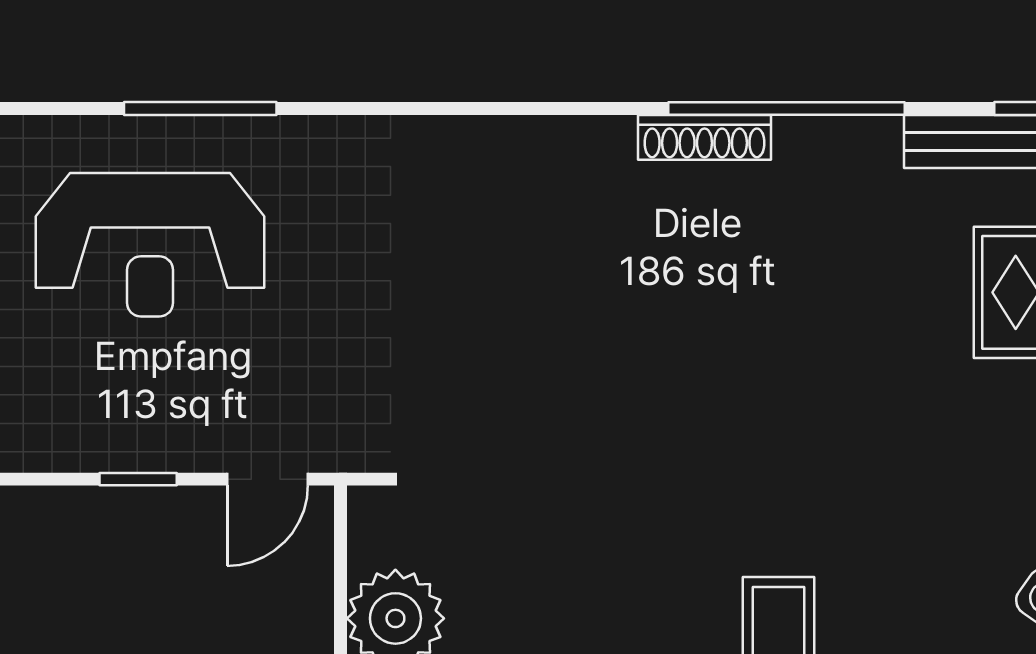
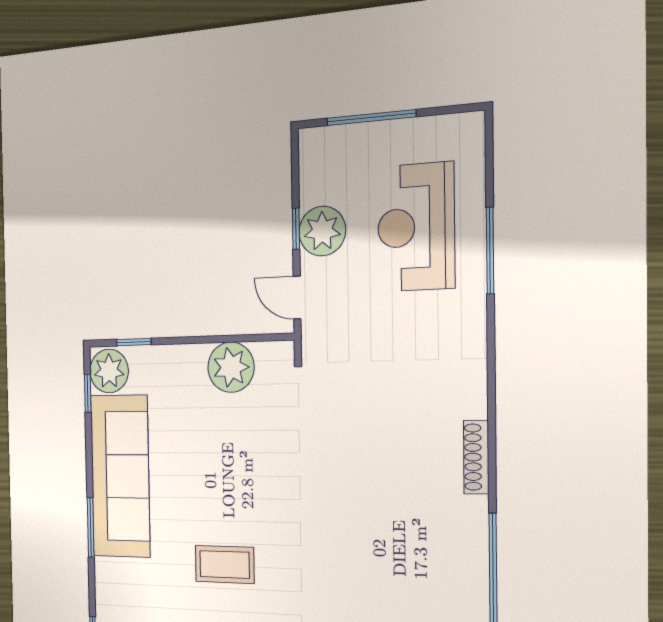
shoe rack: (704, 137) -> (476, 457), moved
plant: (146, 426) -> (322, 231), added

